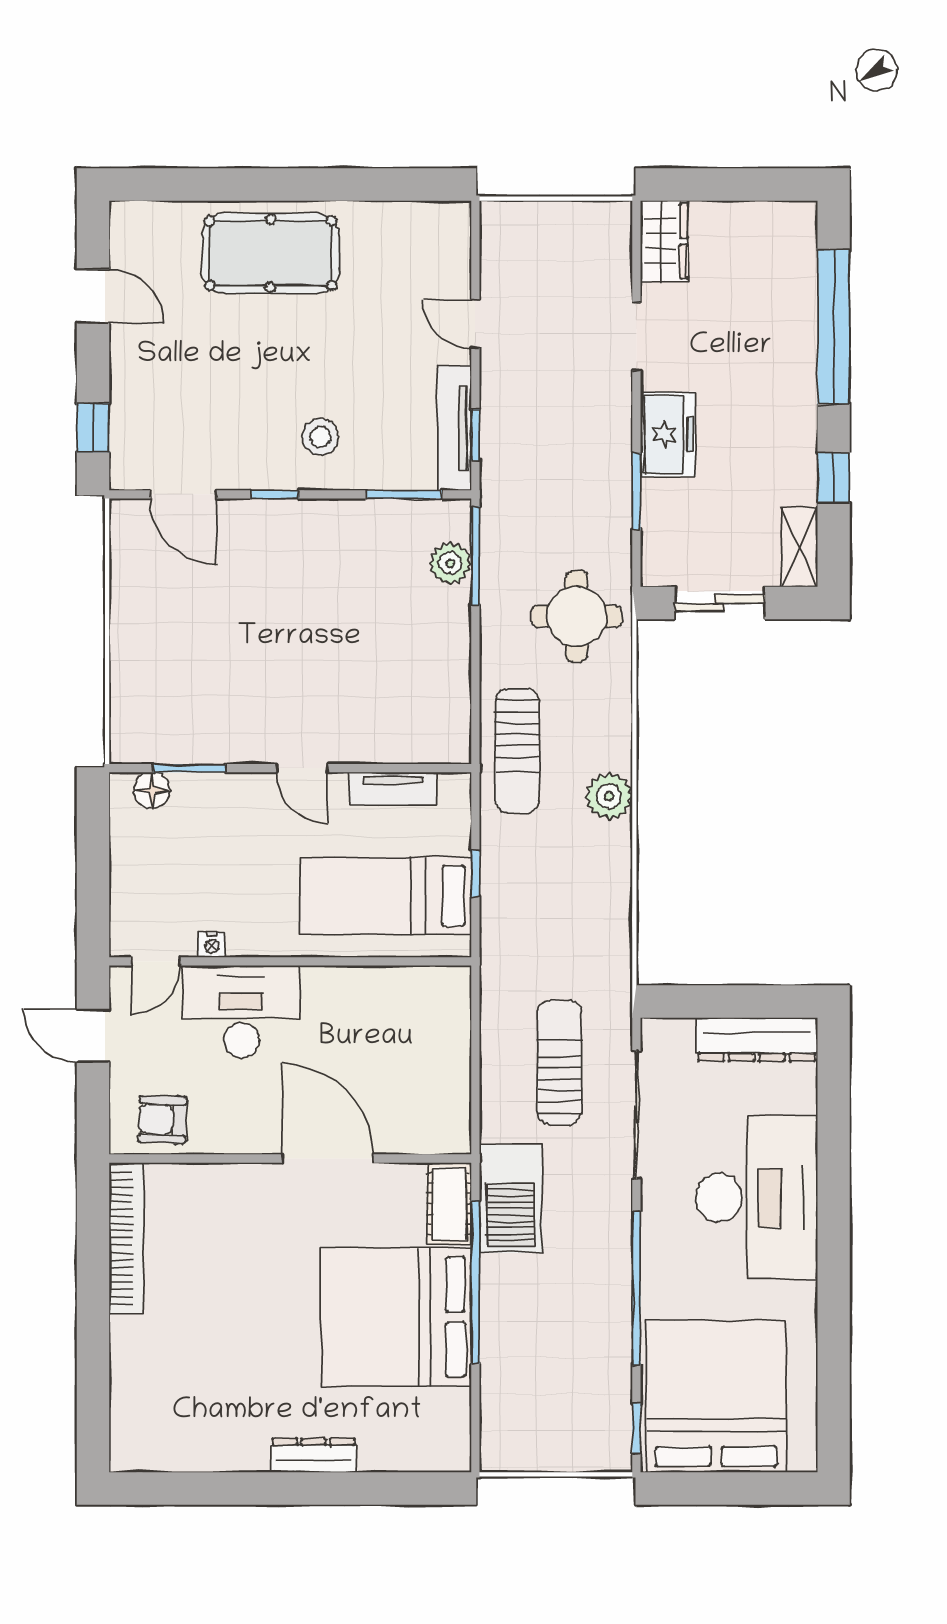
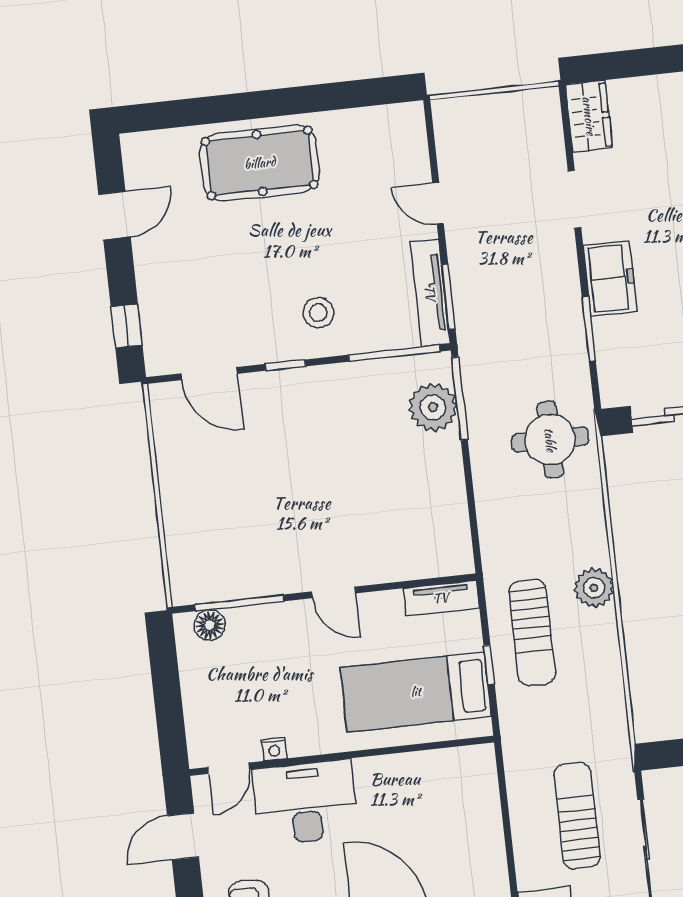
door: (93, 296) -> (114, 216), hinge flipped
window: (475, 435) -> (448, 297), width x1.50
window: (404, 494) -> (394, 353), width x1.44
plant: (450, 563) -> (433, 407), width x1.36, depth x1.36
sun lounger: (517, 751) -> (532, 633), moved
window: (189, 768) -> (239, 603), width x1.44
tv unit: (393, 789) -> (441, 598), moved
door: (93, 1035) -> (183, 836), hinge flipped

